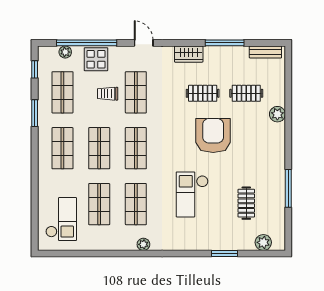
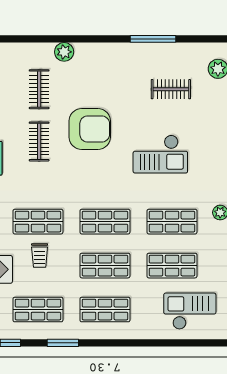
armchair: (213, 136) -> (90, 129), turned 180

